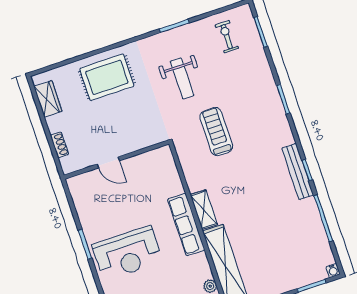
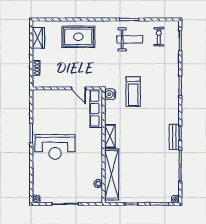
weight bench: (182, 78) -> (130, 39), moved, turned -90
treadmill: (216, 132) -> (133, 92), turned 180
water cooler: (183, 147) -> (110, 94), added
door: (108, 162) -> (78, 88), moved
bench: (298, 171) -> (174, 137), width x0.73
row of seats: (186, 225) -> (96, 109), moved

